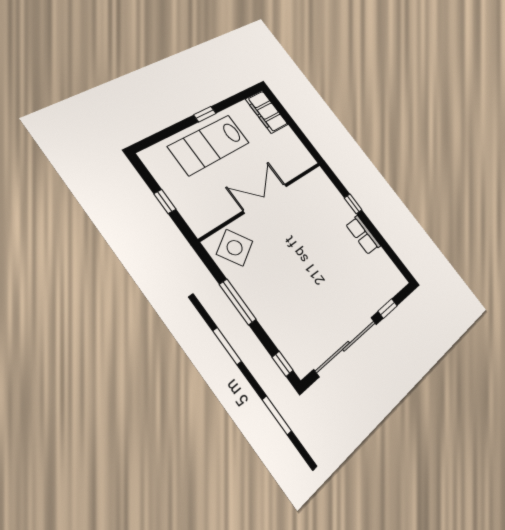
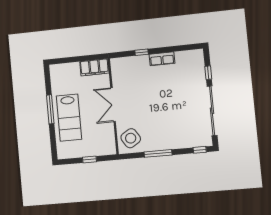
filing cabinet: (267, 112) -> (94, 67), moved
window: (205, 114) -> (50, 109), width x2.17

